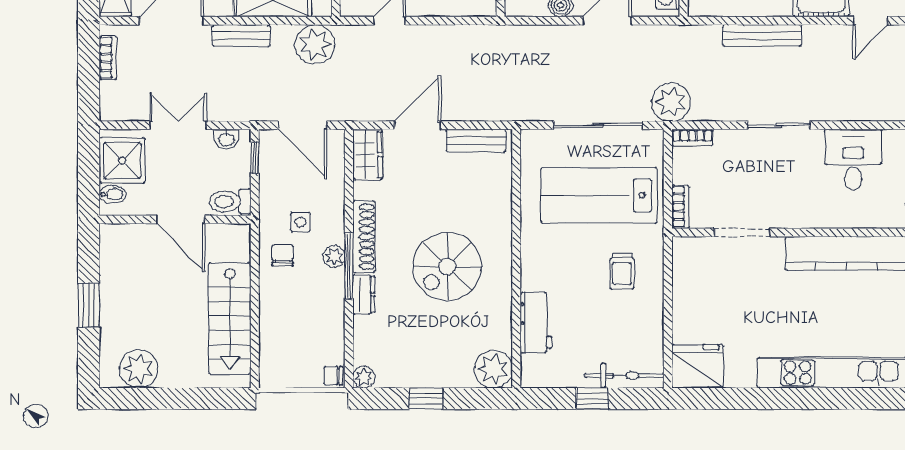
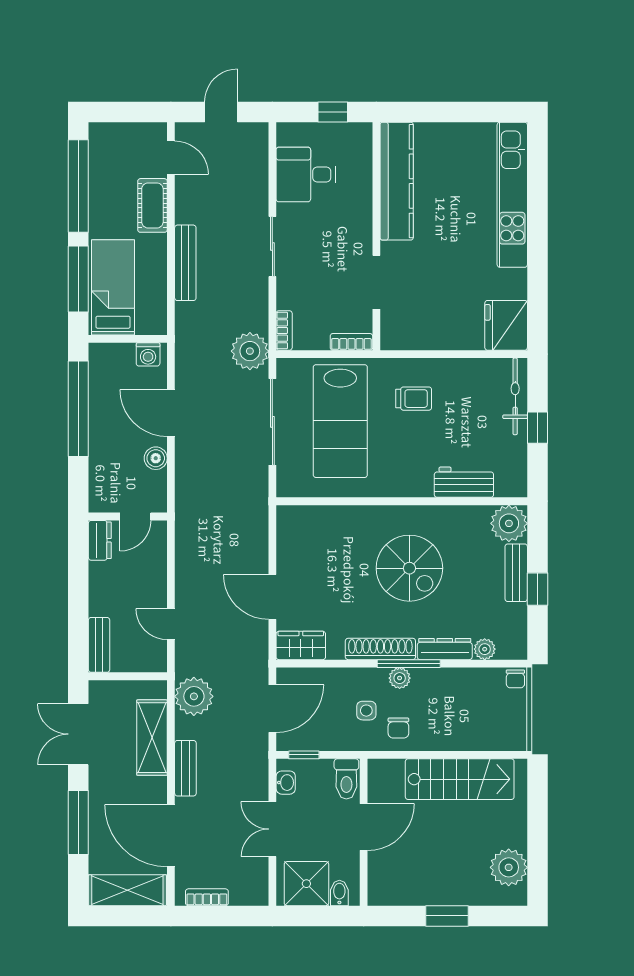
bench: (476, 141) -> (516, 573), moved
chair: (282, 255) -> (398, 728), turned -90
dresser: (364, 294) -> (445, 649), width x1.44
plant: (364, 377) -> (485, 649), moved

